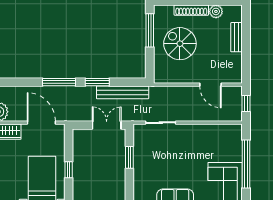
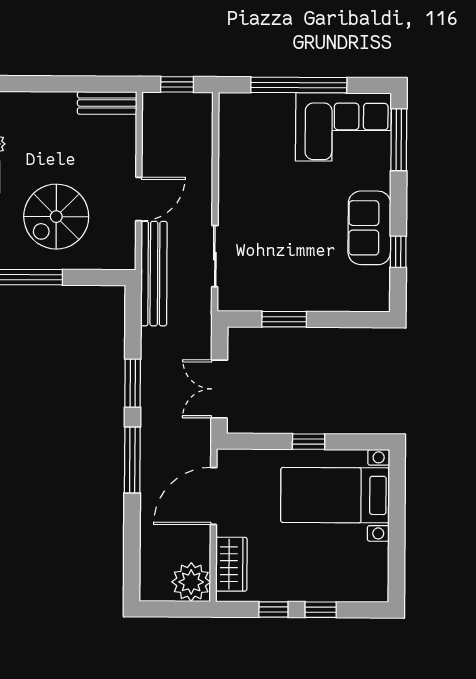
bench: (237, 37) -> (107, 103), moved
door: (210, 85) -> (139, 199), moved
bench: (123, 92) -> (154, 274), moved
double door: (107, 125) -> (219, 389), moved

